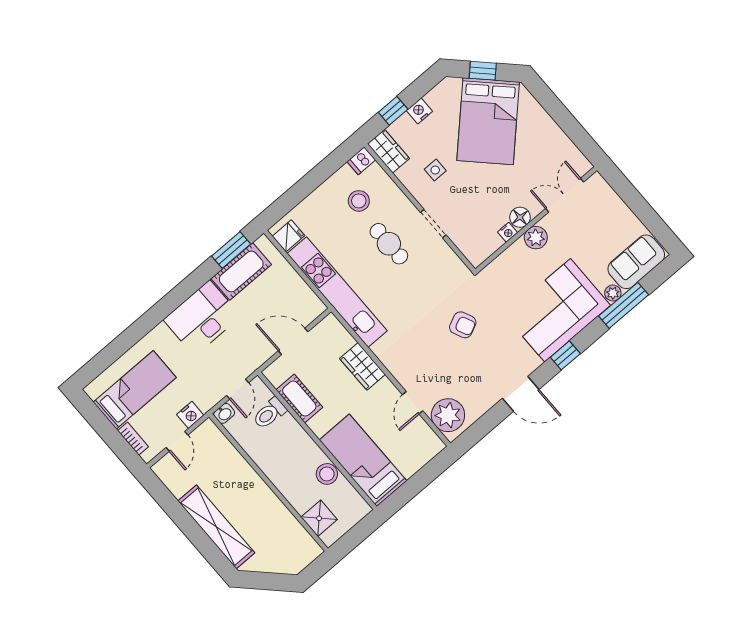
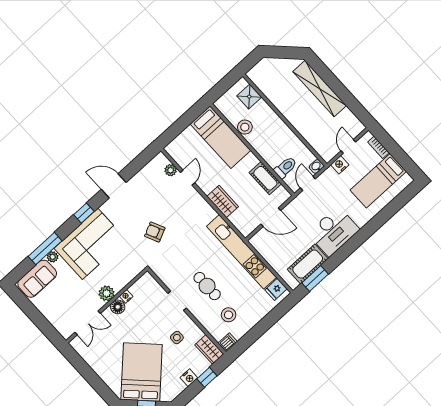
plant: (448, 415) -> (171, 170), width x0.53, depth x0.53

